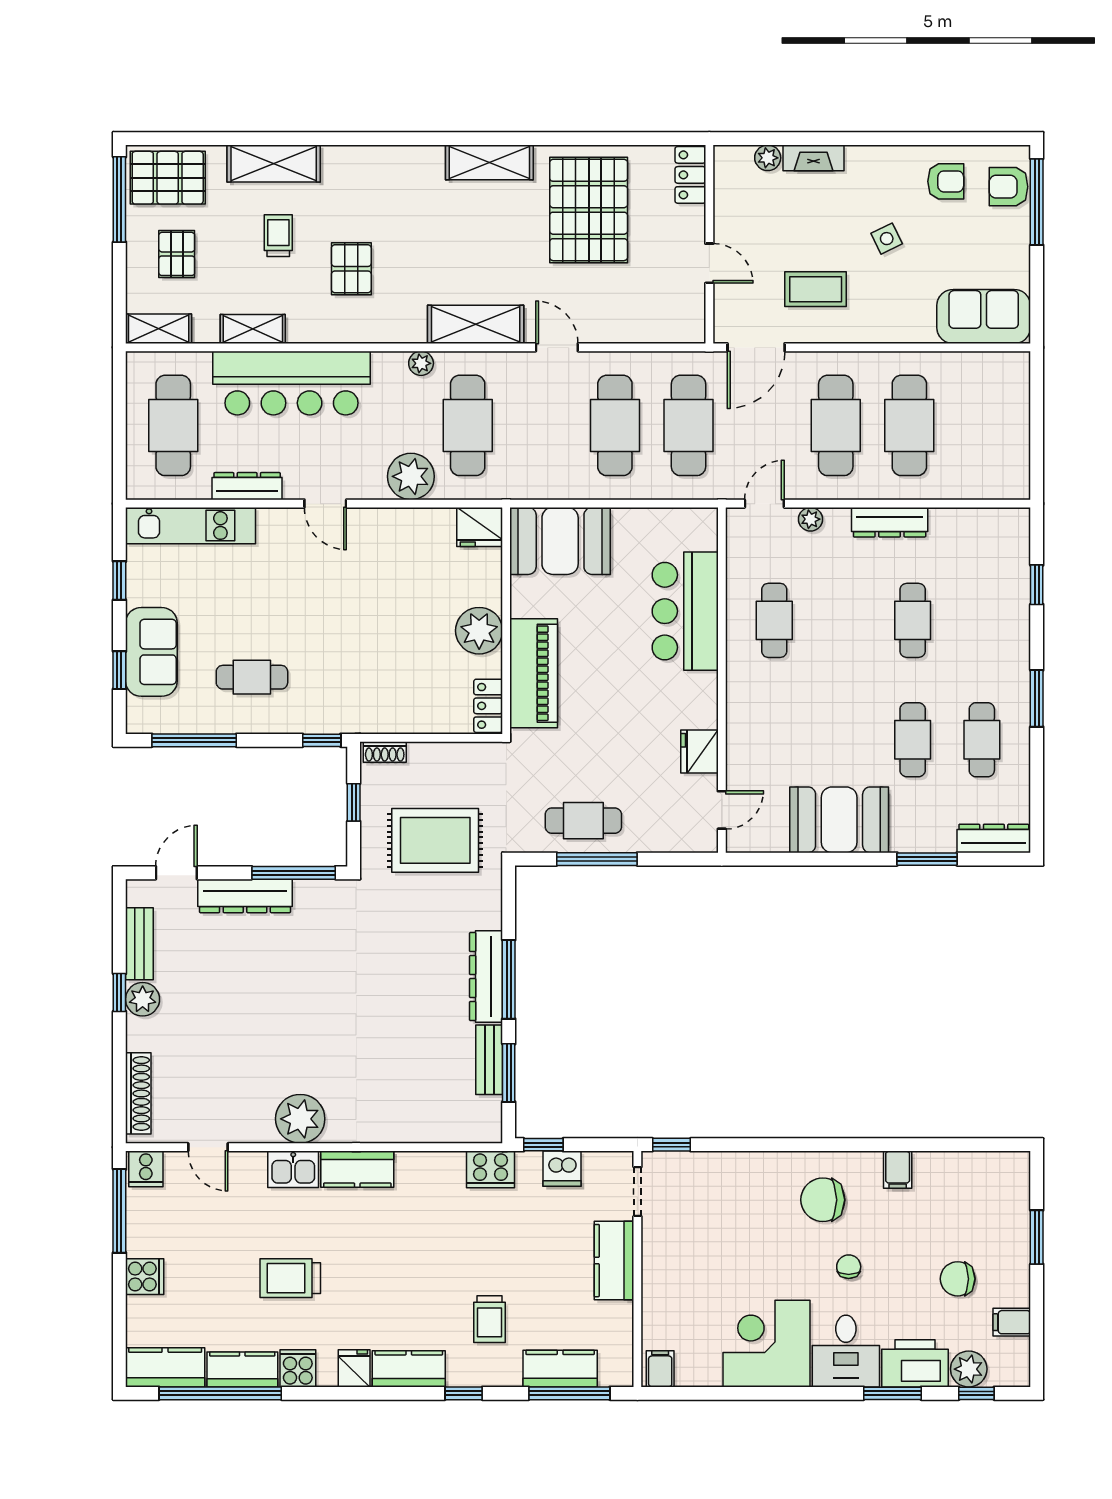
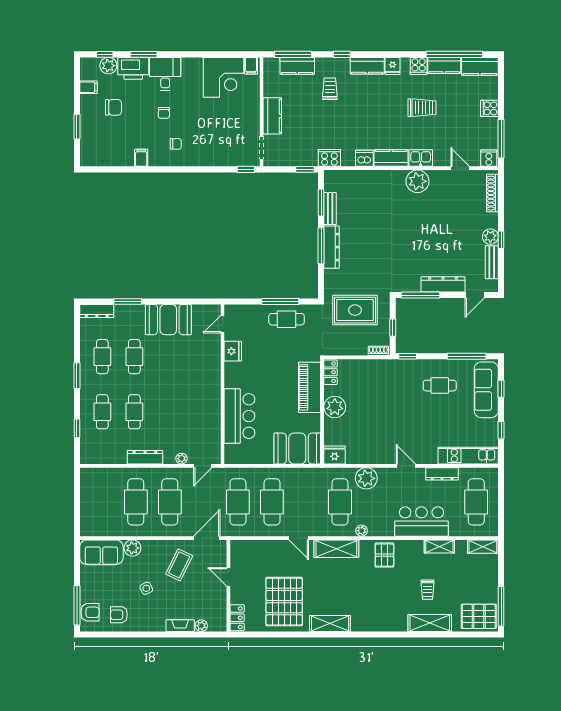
pallet: (177, 254) -> (475, 581), removed
pallet: (351, 269) -> (384, 555), moved
coffee table: (816, 289) -> (179, 565), turned -64
plant: (917, 326) -> (132, 548), added
bar counter: (292, 383) -> (421, 521), width x0.73
cafe table: (774, 620) -> (102, 412), moved
sofa: (151, 652) -> (486, 390), width x1.36
dishwasher: (562, 1169) -> (364, 158), moved
chair: (823, 1200) -> (176, 144), width x0.54, depth x0.54
corner desk: (767, 1344) -> (223, 77), moved

